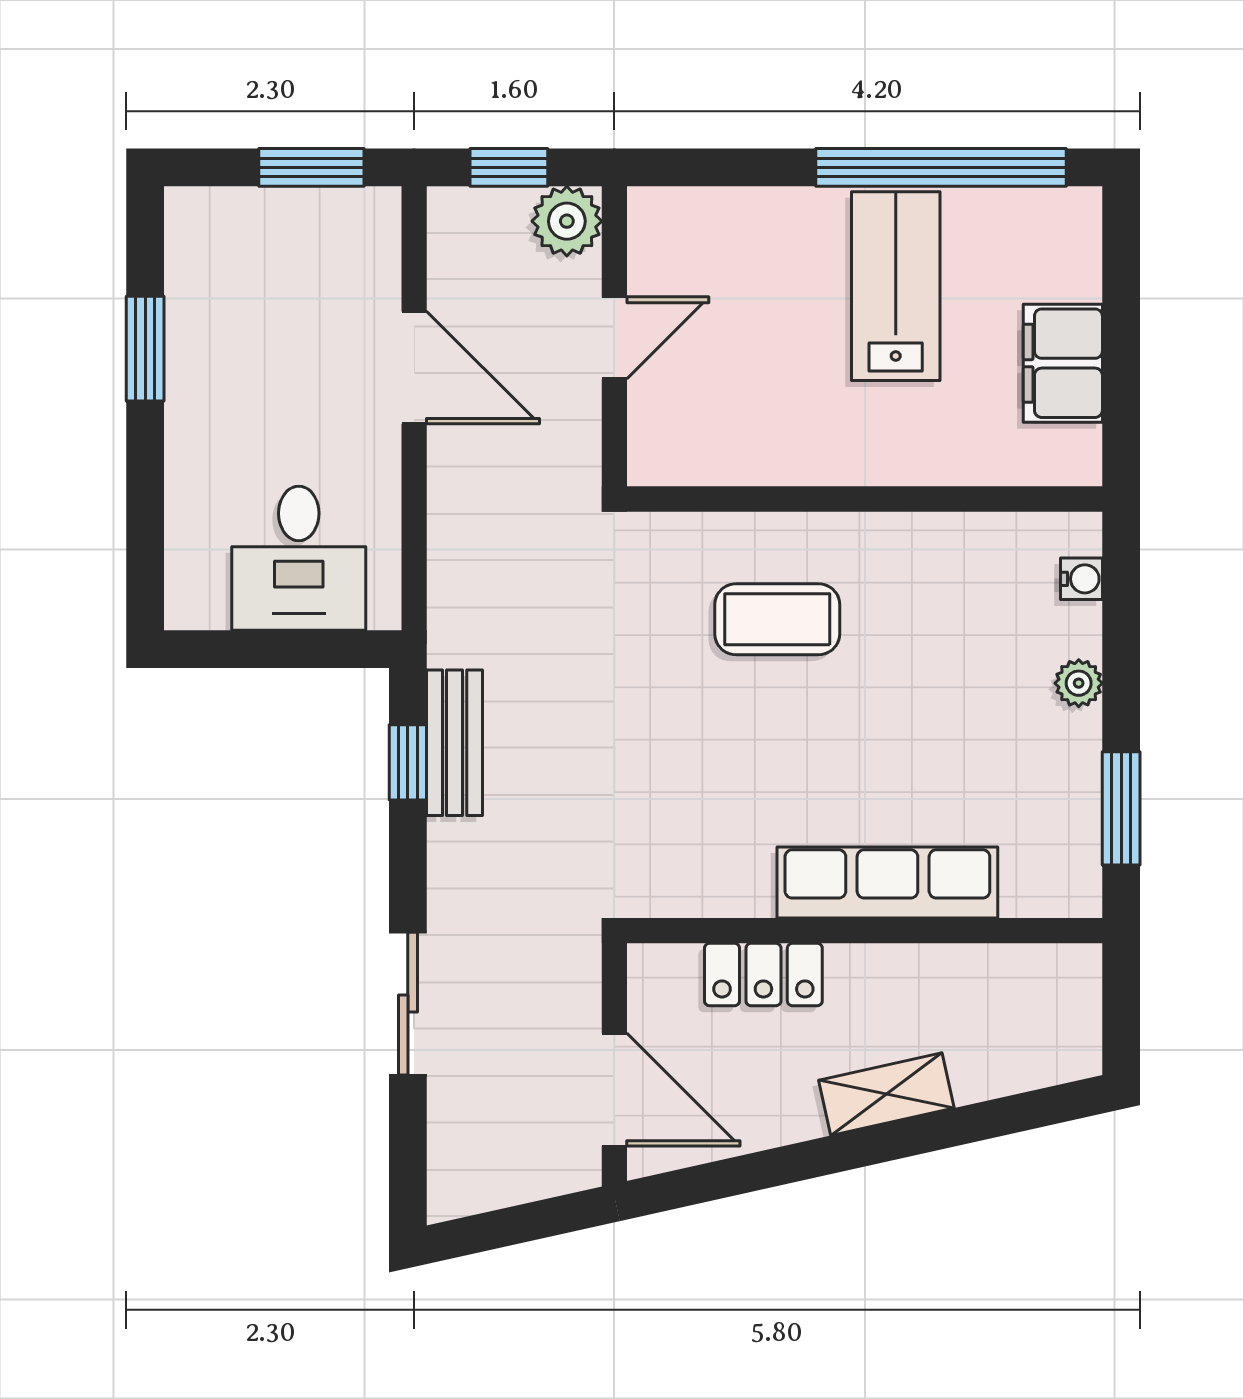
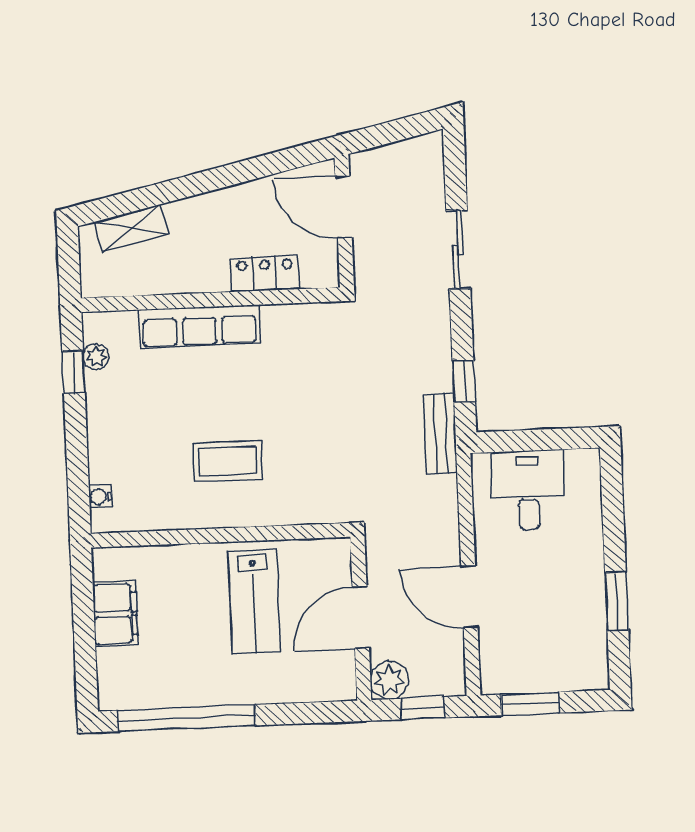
lab bench: (896, 286) -> (254, 601), moved
door: (614, 338) -> (361, 617), width x1.38
coffee table: (777, 619) -> (228, 461), moved
plant: (1079, 683) -> (96, 357), moved
bench: (455, 743) -> (440, 434), moved
window: (1121, 808) -> (73, 372), width x0.67
shelving: (886, 1094) -> (131, 228), moved

